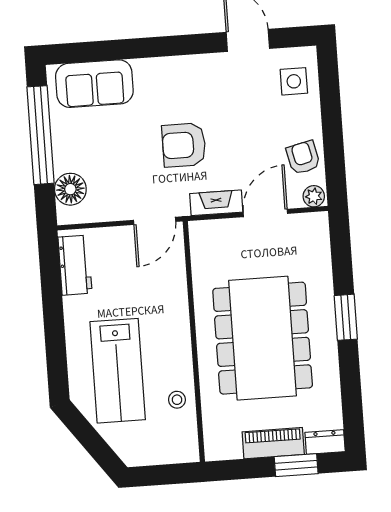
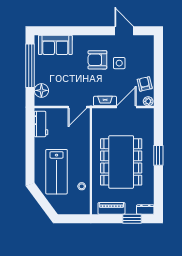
side table: (294, 81) -> (119, 63), moved
armchair: (184, 145) -> (97, 60), moved
piano: (273, 443) -> (111, 208), moved

